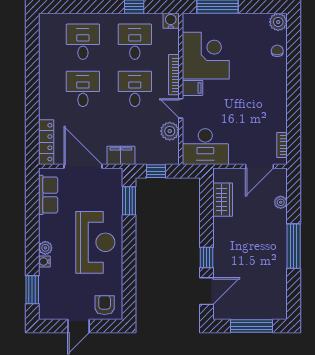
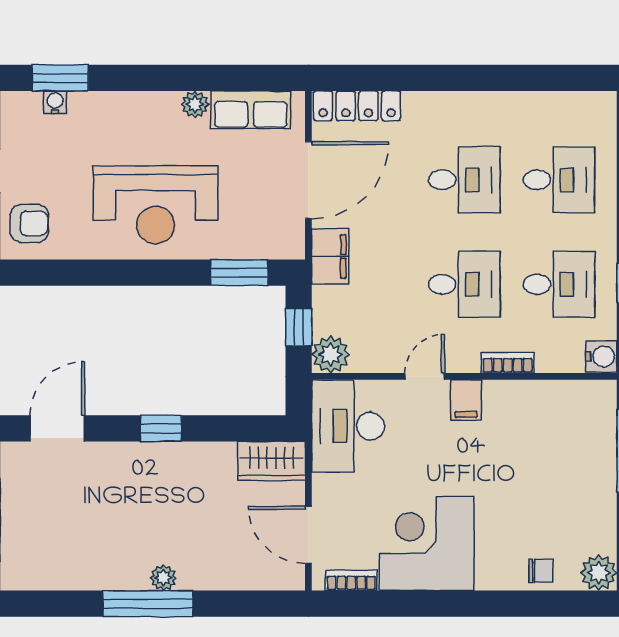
corner desk: (206, 56) -> (427, 544), moved, turned 180
bookcase: (174, 75) -> (508, 363), width x0.64
plant: (170, 131) -> (331, 354), moved
wardrobe: (223, 200) -> (271, 461), moved
plant: (281, 202) -> (163, 578), moved
plant: (45, 248) -> (195, 104), moved
window: (206, 258) -> (161, 428), moved
water cooler: (44, 262) -> (55, 102), moved
door: (206, 291) -> (57, 428), swing flipped

